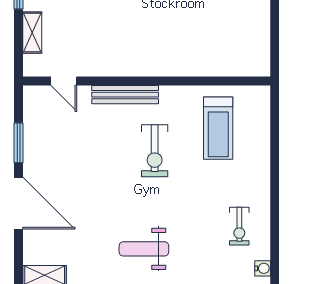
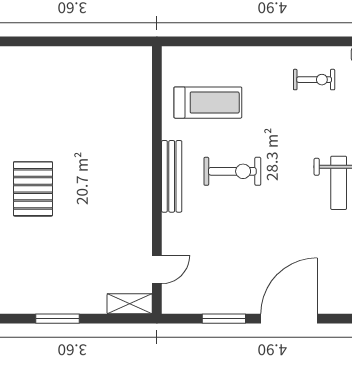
shelving: (32, 33) -> (130, 304), moved
bench: (125, 95) -> (172, 176), moved

